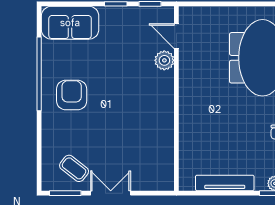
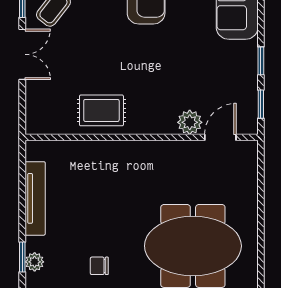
rug: (155, 130) -> (101, 110), added

